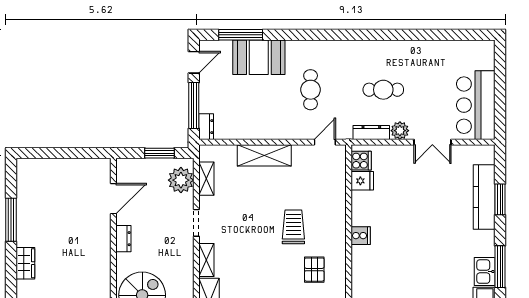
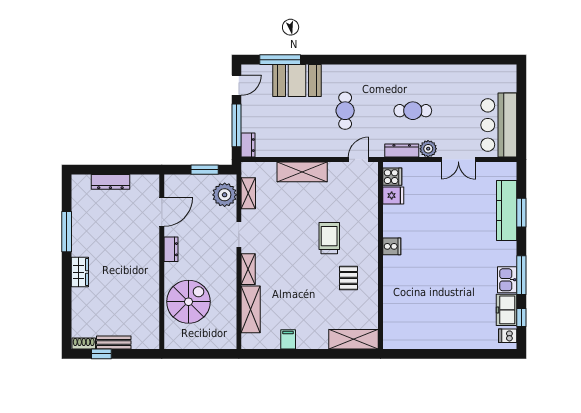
dresser: (58, 166) -> (110, 182), added

